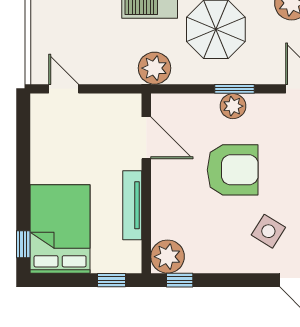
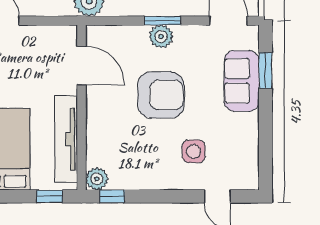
tv unit: (132, 205) -> (66, 139), width x1.36, depth x1.29
side table: (268, 231) -> (194, 151), turned -32
plant: (168, 257) -> (97, 179), width x0.73, depth x0.73

